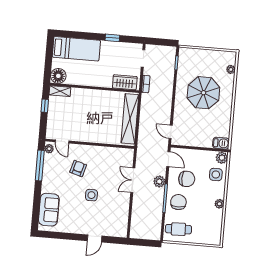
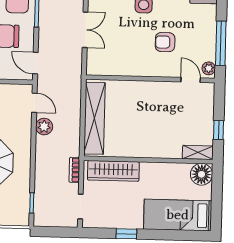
wardrobe: (125, 82) -> (113, 171), width x1.50
armchair: (78, 168) -> (165, 42), turned 74
plant: (159, 181) -> (44, 127), moved

